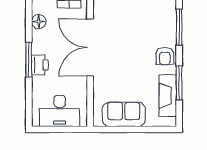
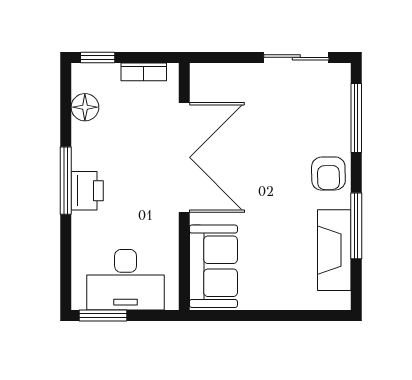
double door: (90, 48) -> (184, 157), swing flipped
sofa: (124, 114) -> (213, 266), moved, turned 90
window: (48, 129) -> (103, 315), added

